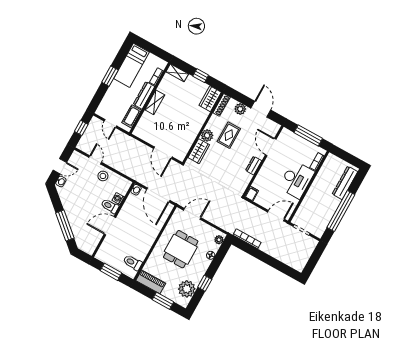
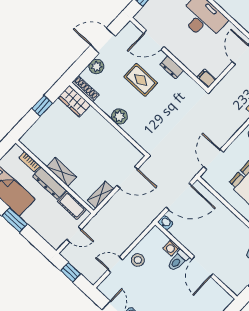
shelving: (177, 73) -> (101, 195), moved
rug: (229, 135) -> (141, 80), moved
wardrobe: (199, 151) -> (137, 132), removed

